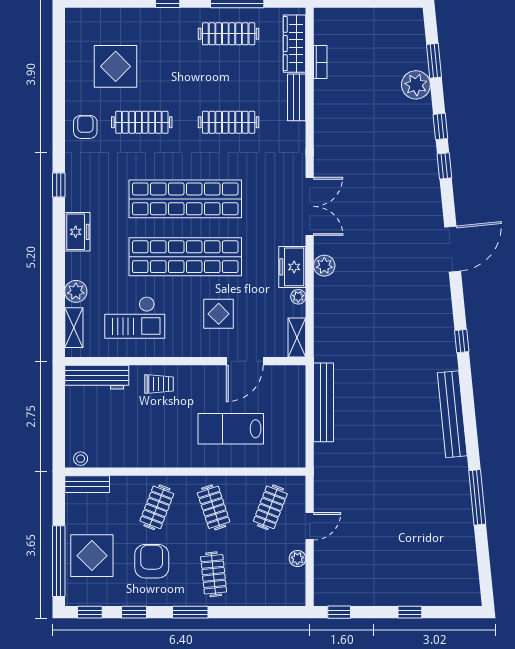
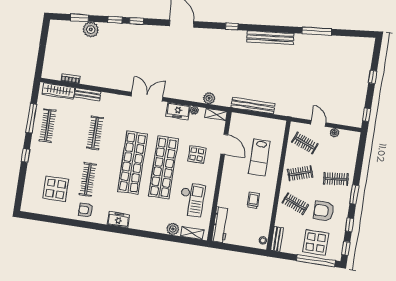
window: (59, 185) -> (114, 229), removed
freezer: (77, 232) -> (118, 220), moved
plant: (324, 266) -> (209, 98), moved
trolley: (159, 384) -> (253, 200), moved

